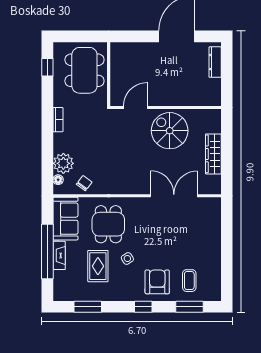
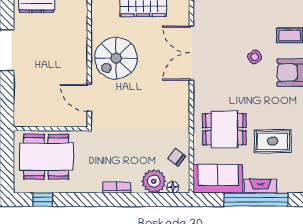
bookcase: (58, 120) -> (116, 187), moved
side table: (127, 259) -> (255, 57), moved

